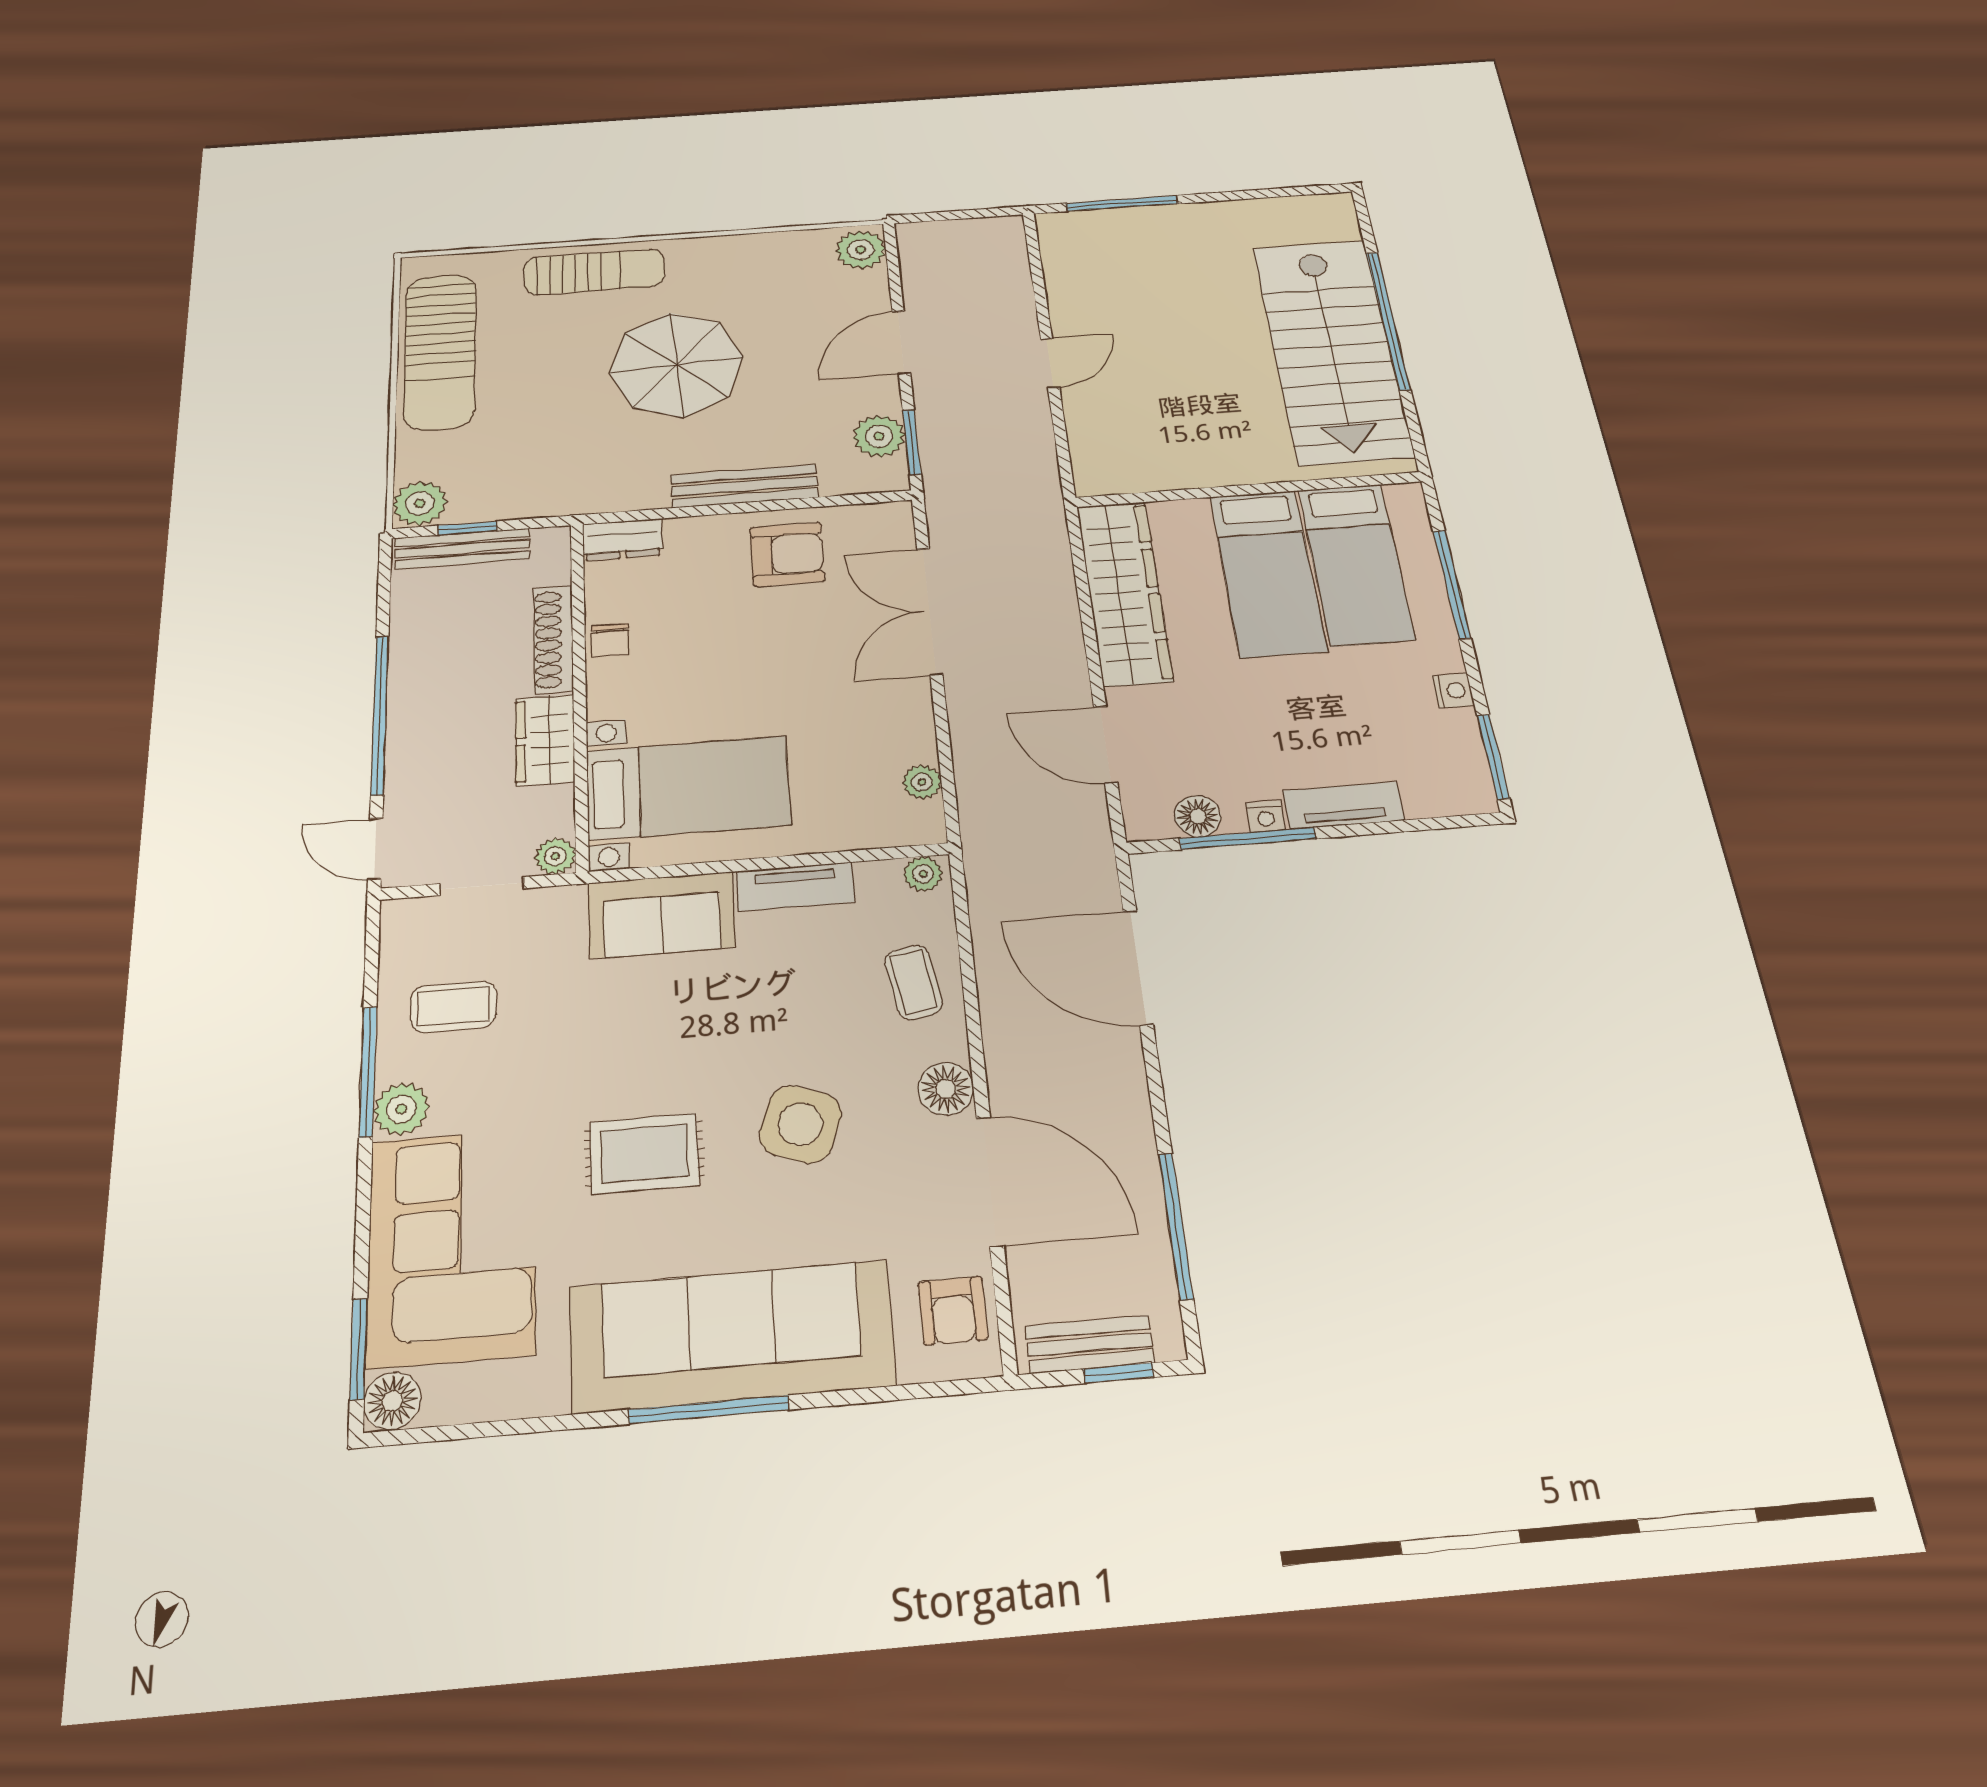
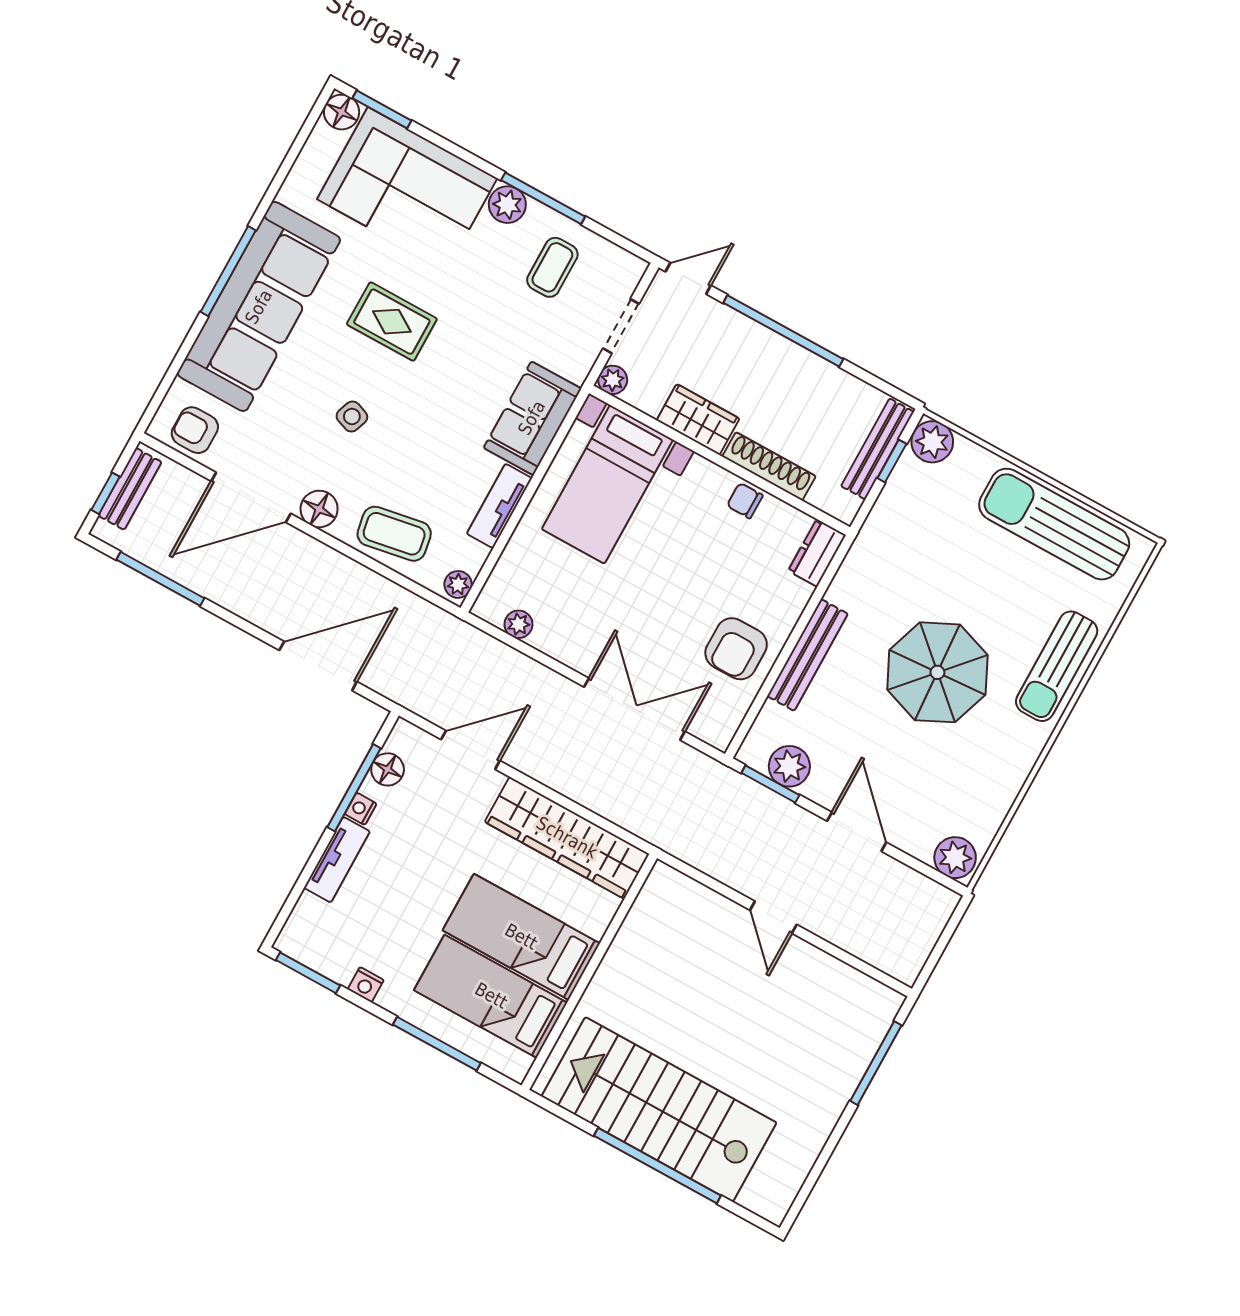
coffee table: (913, 982) -> (394, 534), width x1.36, depth x1.30
side table: (800, 1124) -> (352, 416), width x0.54, depth x0.54
rug: (644, 1153) -> (392, 322), turned 90

